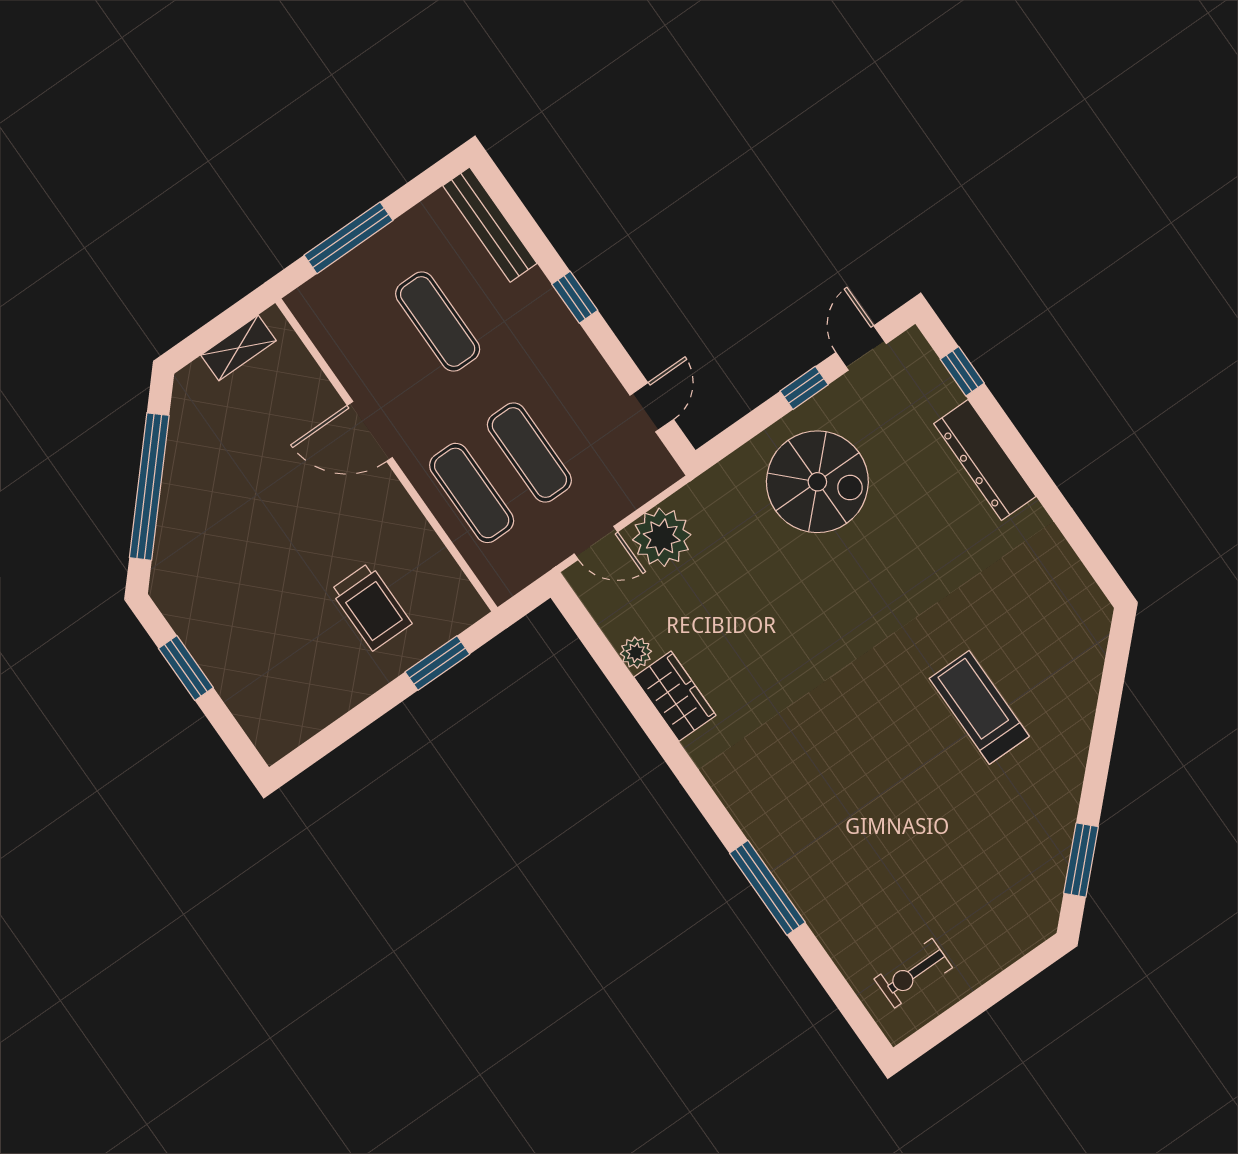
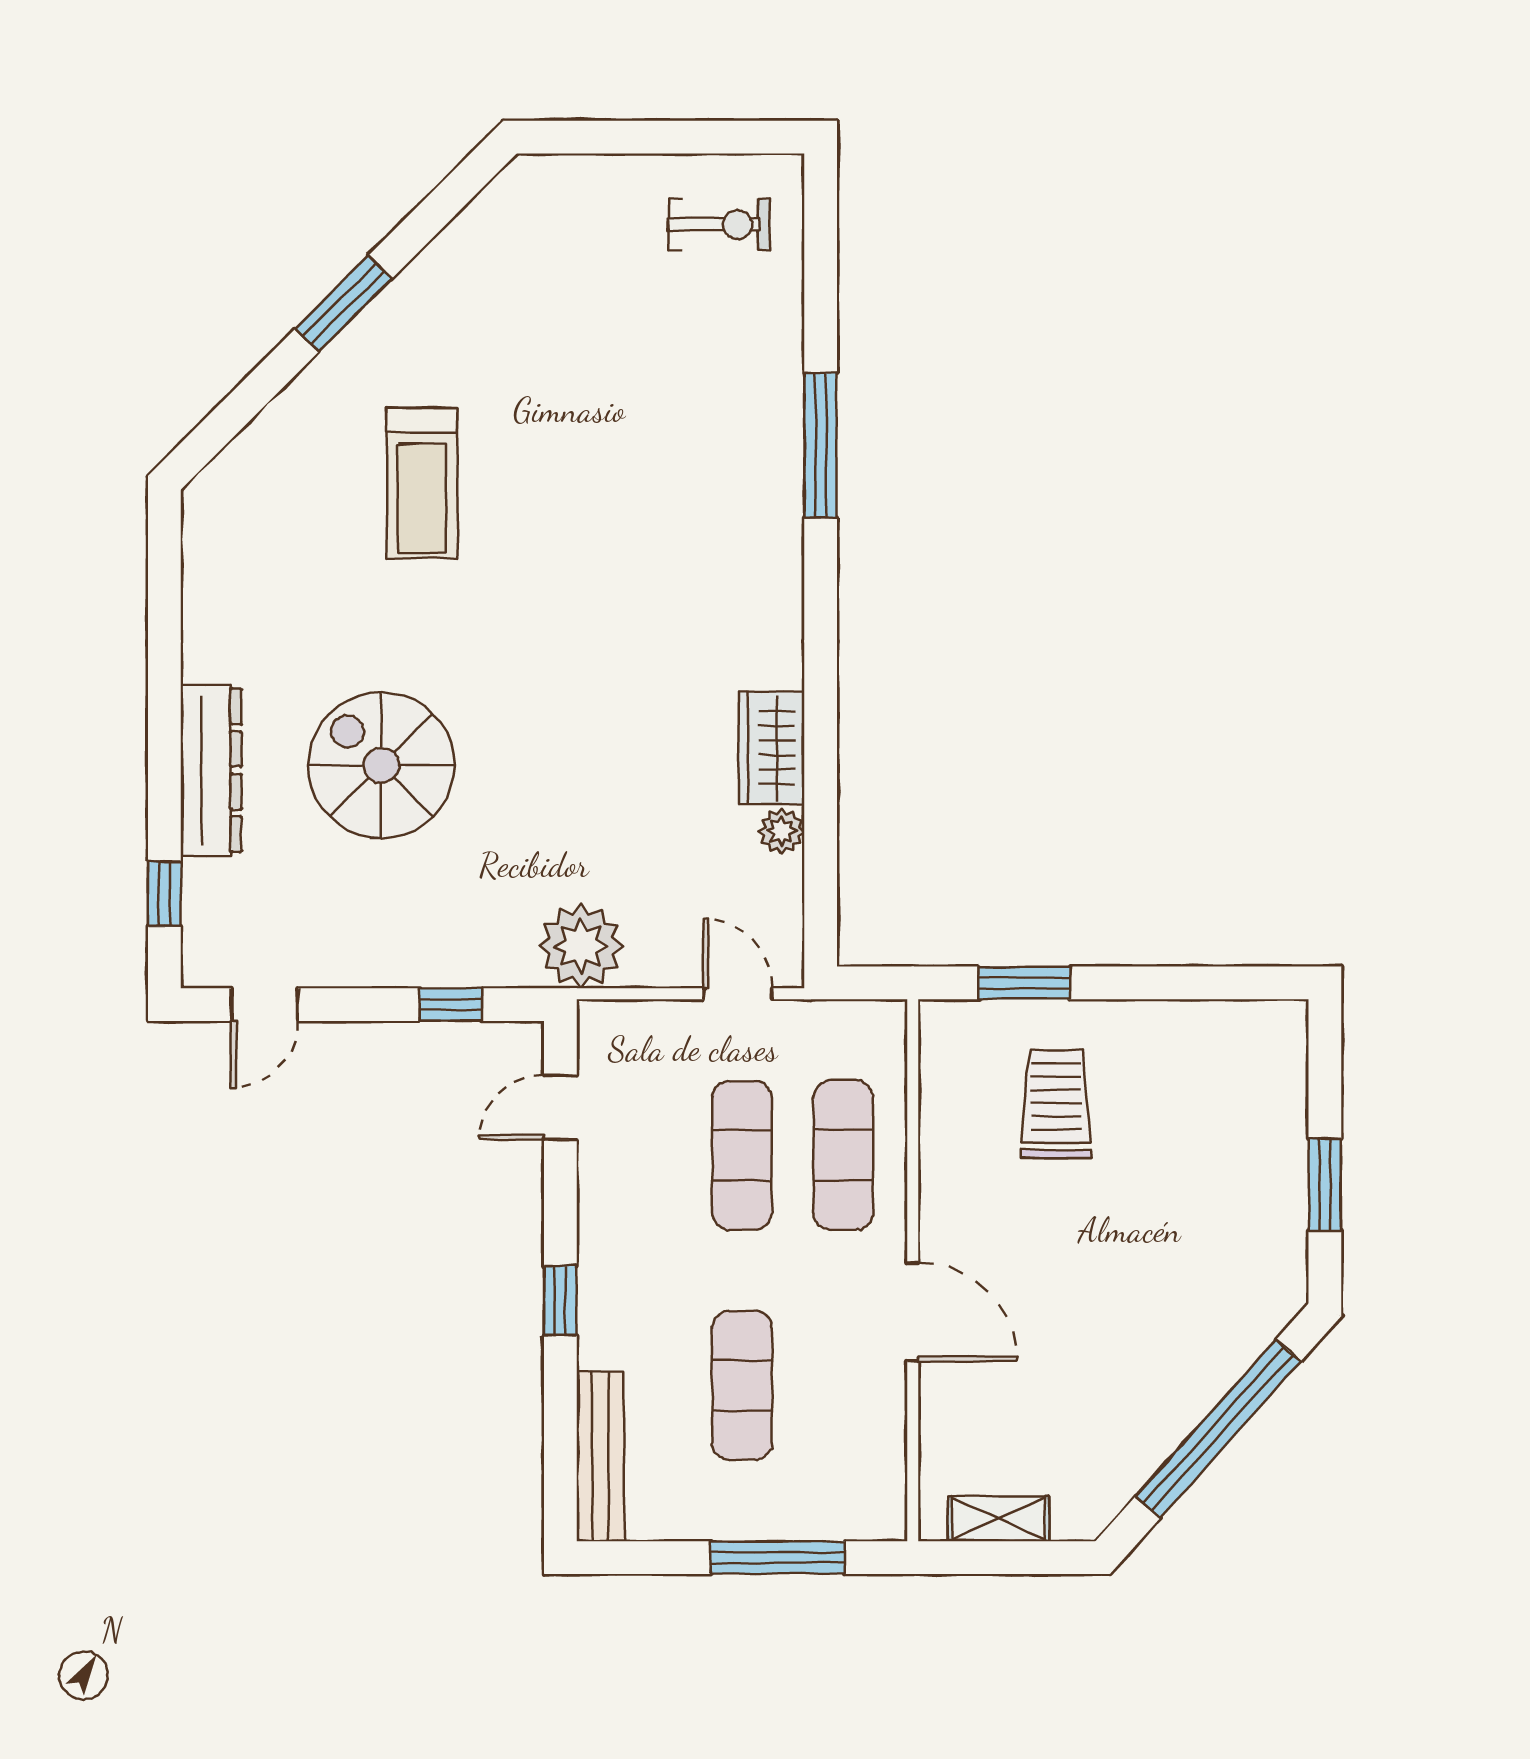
window: (804, 388) -> (451, 1005), moved
spiral stairs: (817, 482) -> (381, 765), moved
plant: (662, 537) -> (581, 946), moved
window: (1081, 860) -> (344, 304), moved

